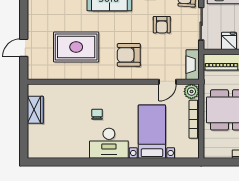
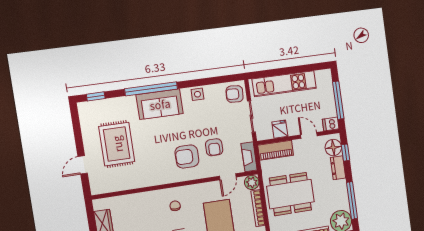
armchair: (162, 25) -> (214, 147), moved
rug: (76, 47) -> (117, 144), moved, turned 90
chair: (97, 114) -> (175, 206), moved

